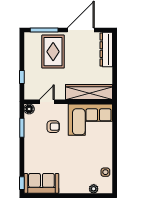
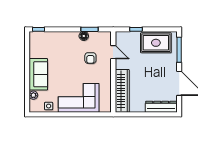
rug: (53, 52) -> (156, 43), moved
floor lamp: (29, 109) -> (84, 36), moved
corner sofa: (90, 120) -> (79, 98), moved, turned 90
sofa: (41, 183) -> (38, 74), moved

